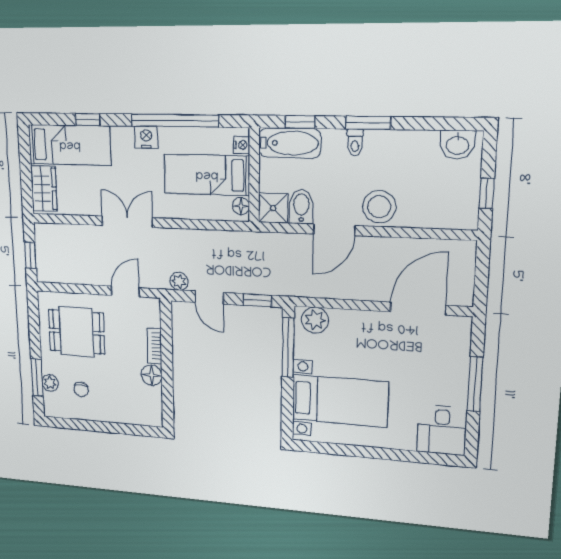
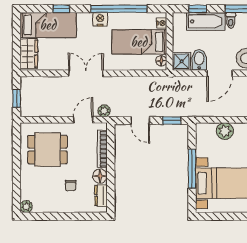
bathtub: (290, 143) -> (206, 21), moved
plant: (179, 281) -> (104, 111), moved
plant: (315, 320) -> (225, 131), moved
bookcase: (154, 346) -> (102, 149), width x1.56
window: (288, 348) -> (192, 169), moved
window: (37, 377) -> (17, 184), removed
plant: (50, 383) -> (26, 207), moved
chair: (81, 389) -> (71, 185), moved
dresser: (154, 403) -> (101, 195), added

